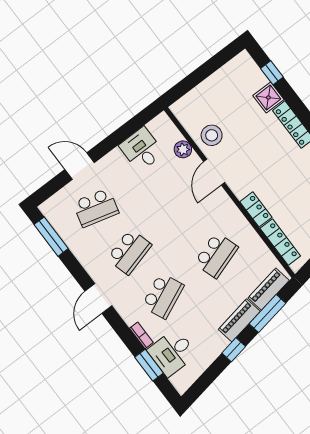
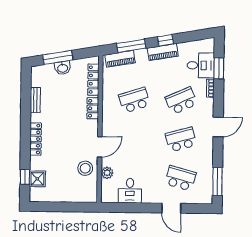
shower: (268, 98) -> (37, 179), moved
piano: (239, 320) -> (163, 52), moved

